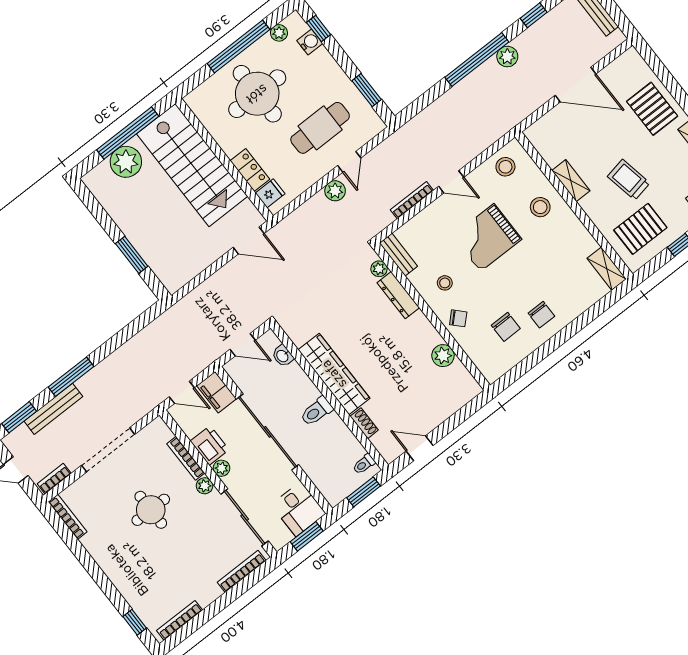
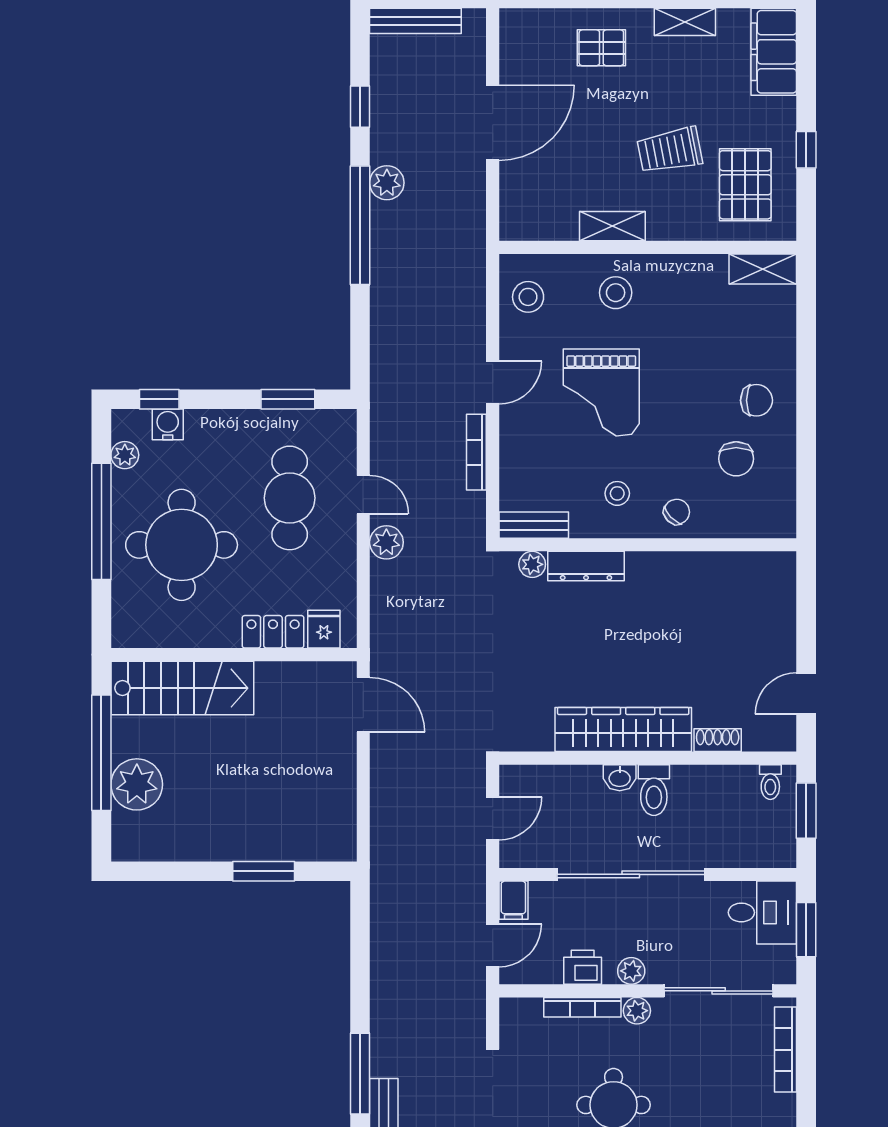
pallet: (652, 109) -> (601, 48), width x0.67, depth x0.71
stairs: (192, 165) -> (182, 688), width x0.73, depth x0.66
door: (249, 240) -> (363, 705), hinge flipped
chair: (506, 327) -> (736, 459), turned 90
washbasin: (283, 356) -> (620, 778), moved
plant: (443, 356) -> (710, 569), removed
filing cabinet: (217, 392) -> (513, 900), width x0.50
printer: (210, 445) -> (583, 967), width x0.73, depth x0.81

